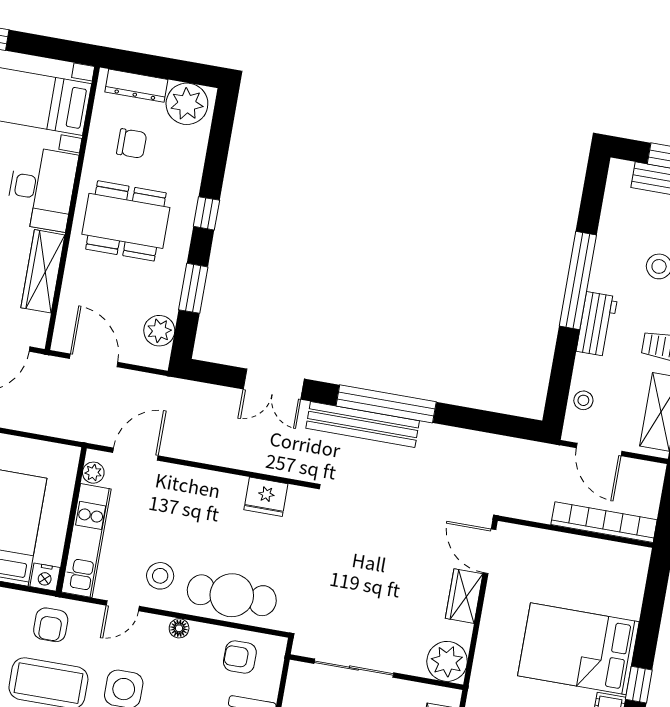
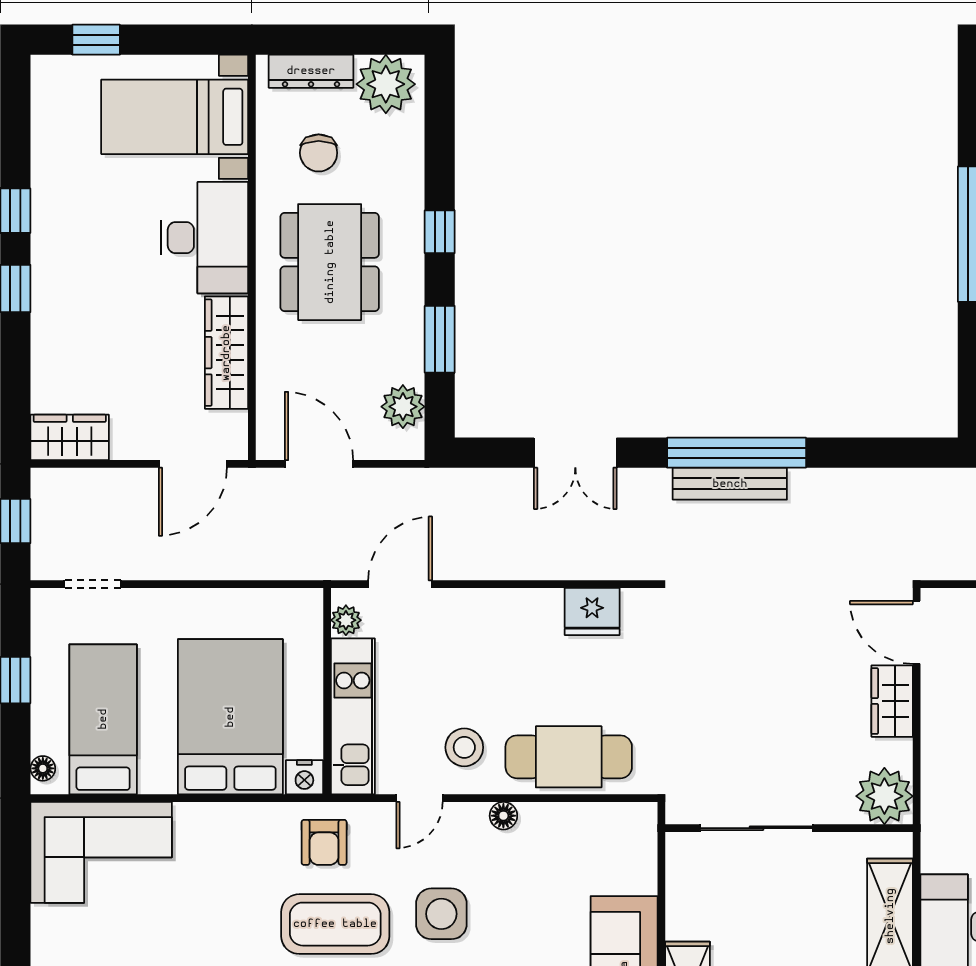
chair: (132, 143) -> (319, 153), turned 90
dining table: (126, 221) -> (330, 262), turned 90
bench: (363, 424) -> (730, 484), width x0.73, depth x0.82
armchair: (240, 657) -> (595, 841), removed

